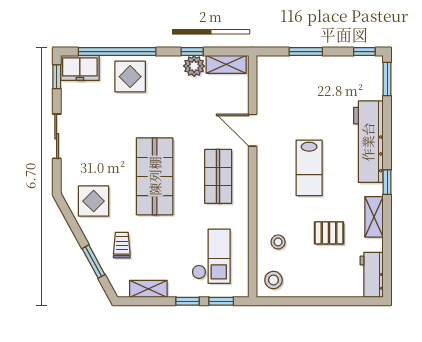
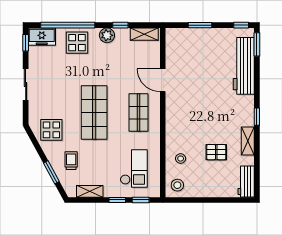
plant: (194, 66) -> (107, 35), moved
workbench: (368, 142) -> (244, 66), moved
lab bench: (309, 168) -> (202, 107), removed

